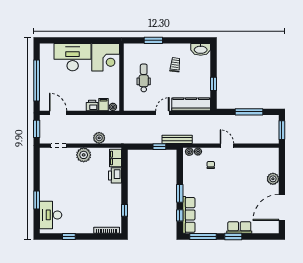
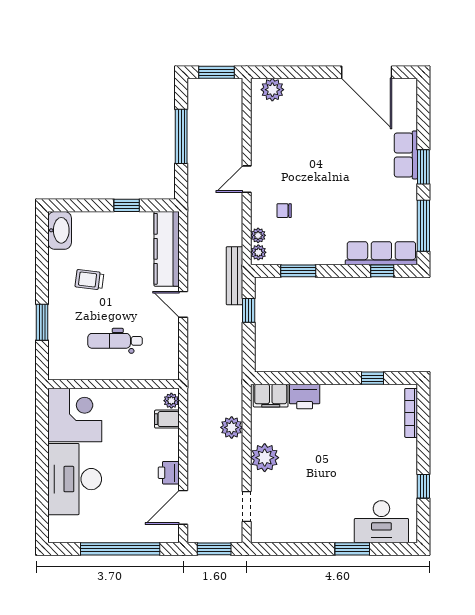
printer: (92, 106) -> (169, 473), moved
plant: (273, 179) -> (272, 90), moved
window: (180, 193) -> (298, 271), moved

